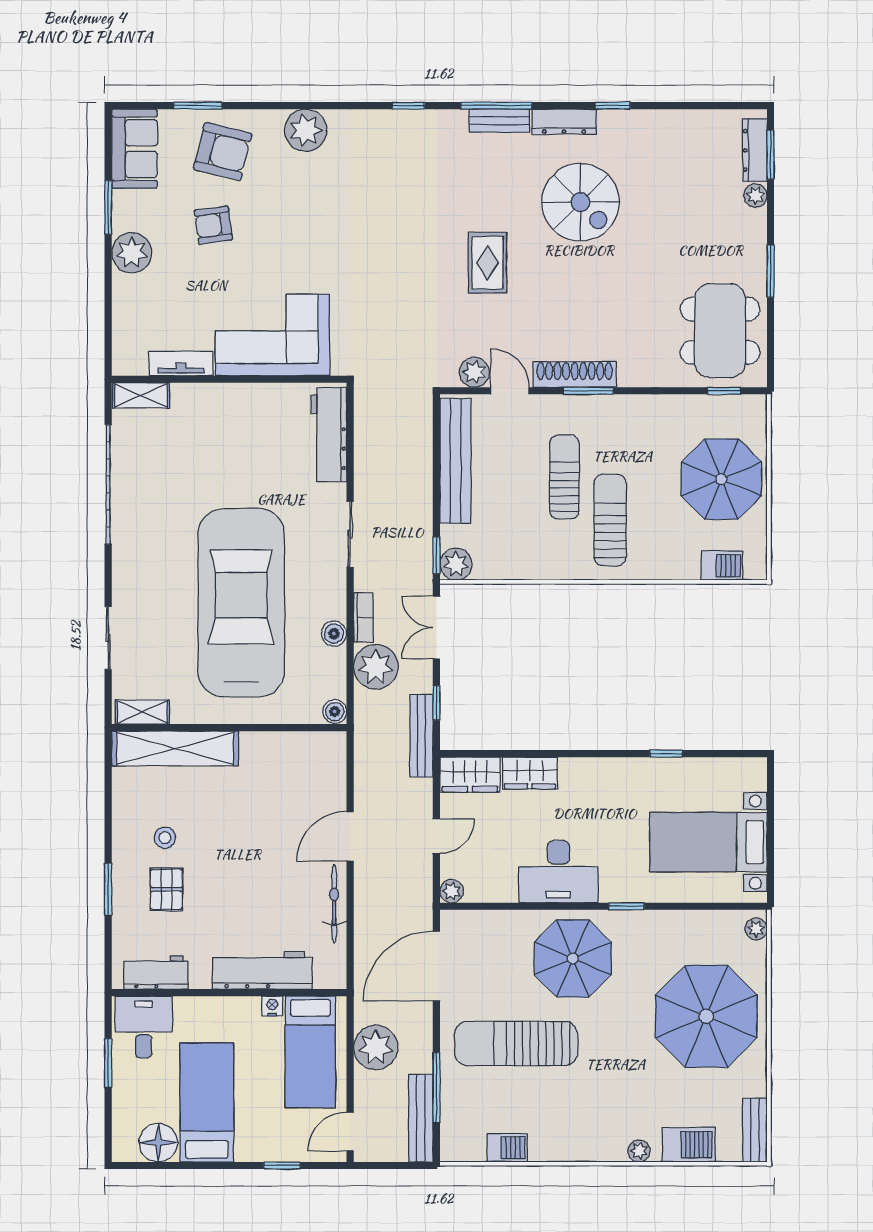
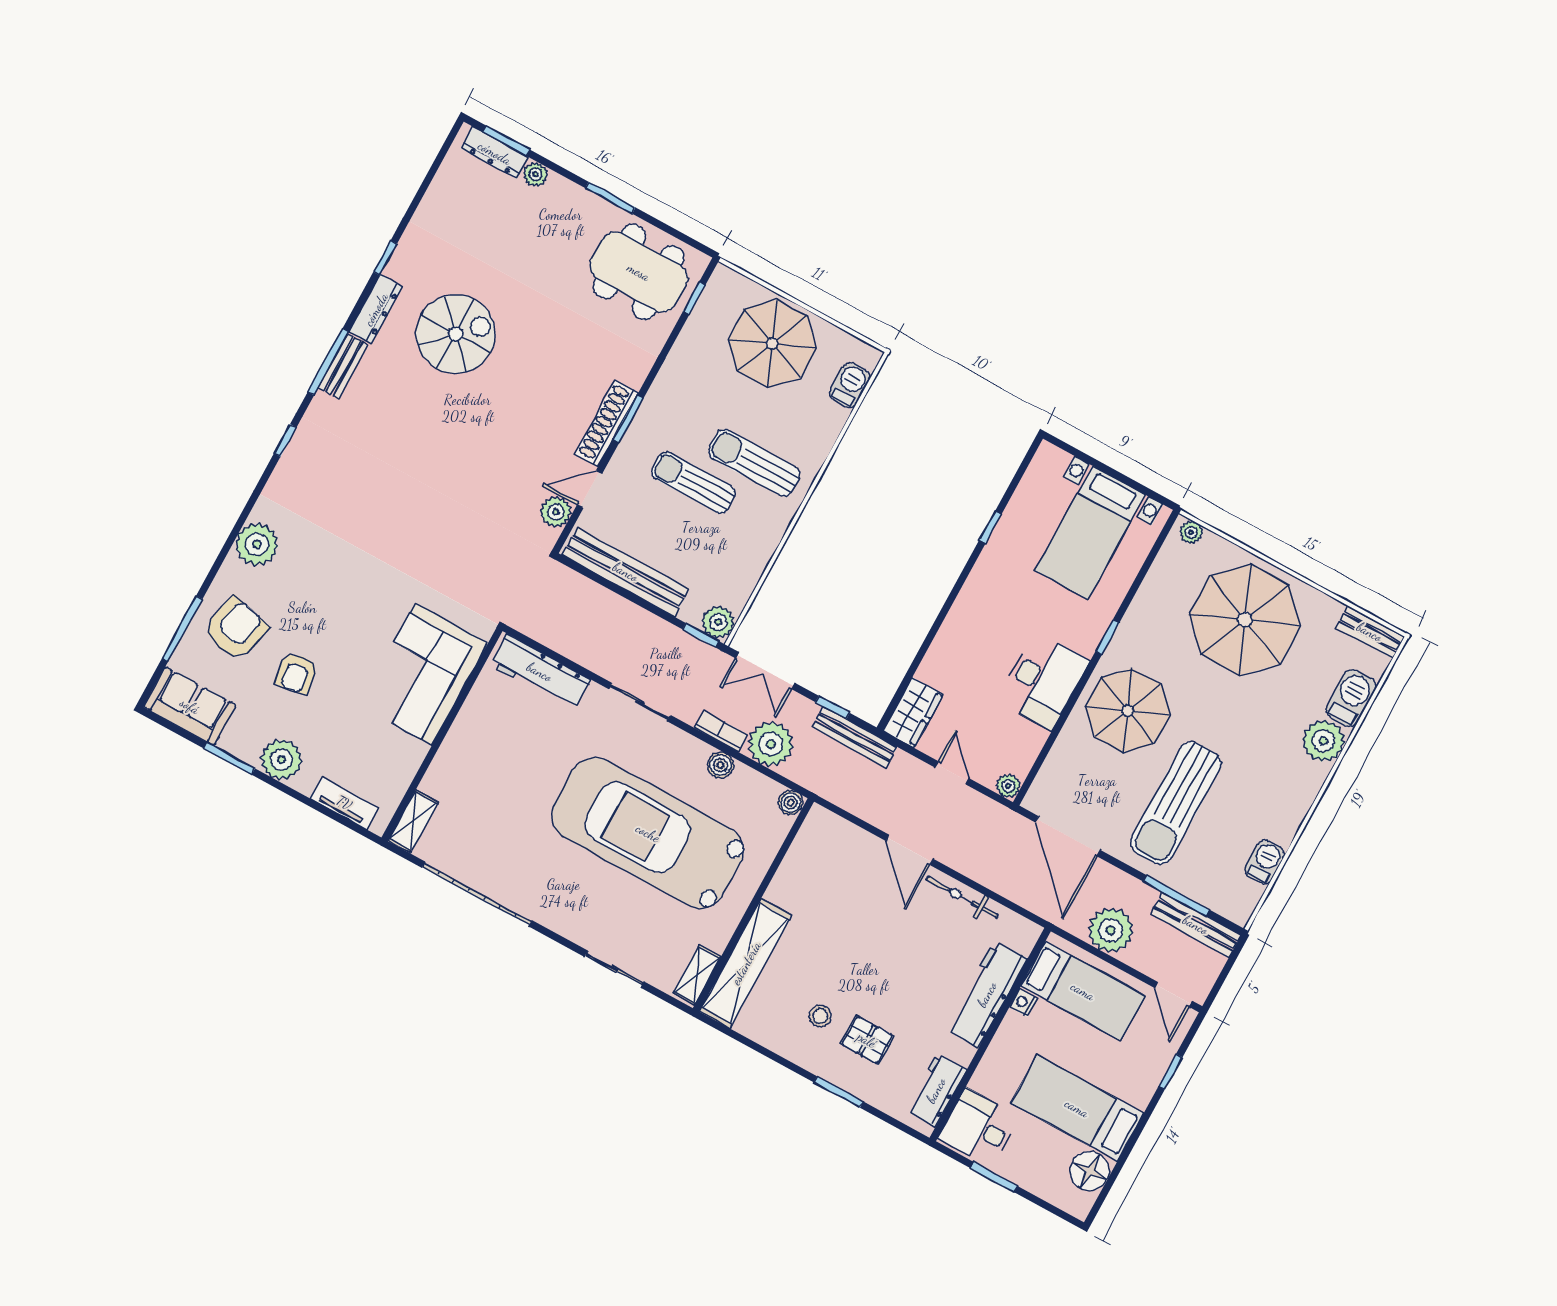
window: (198, 106) -> (182, 629), width x1.44
rug: (488, 263) -> (464, 446), removed
tv unit: (181, 364) -> (344, 803), moved, turned 90
wardrobe: (530, 773) -> (941, 658), removed
plant: (639, 1151) -> (1324, 741), width x1.88, depth x1.88

